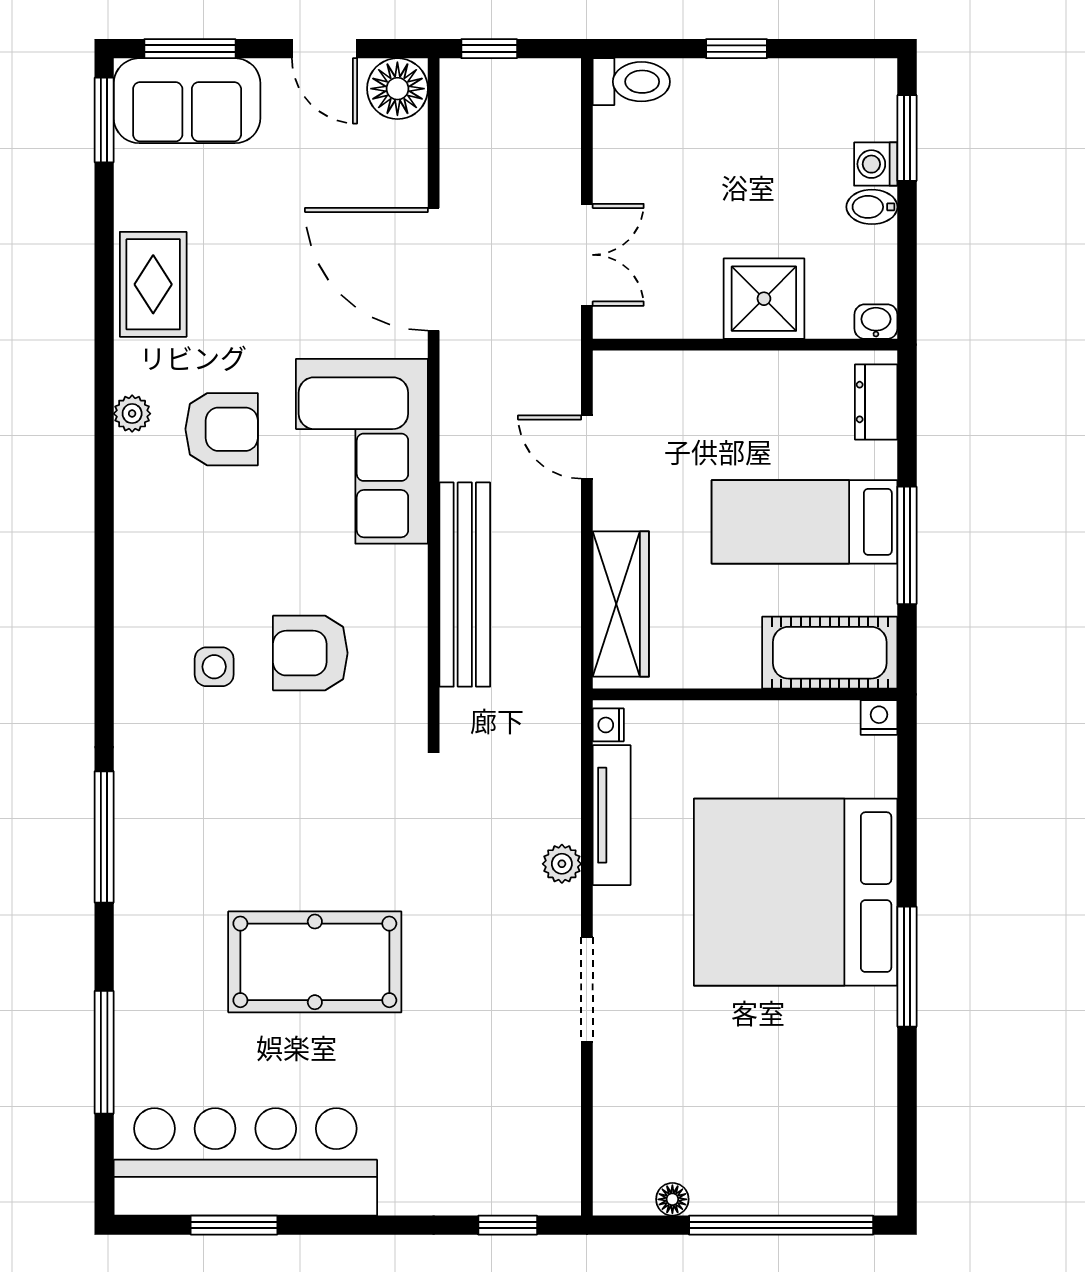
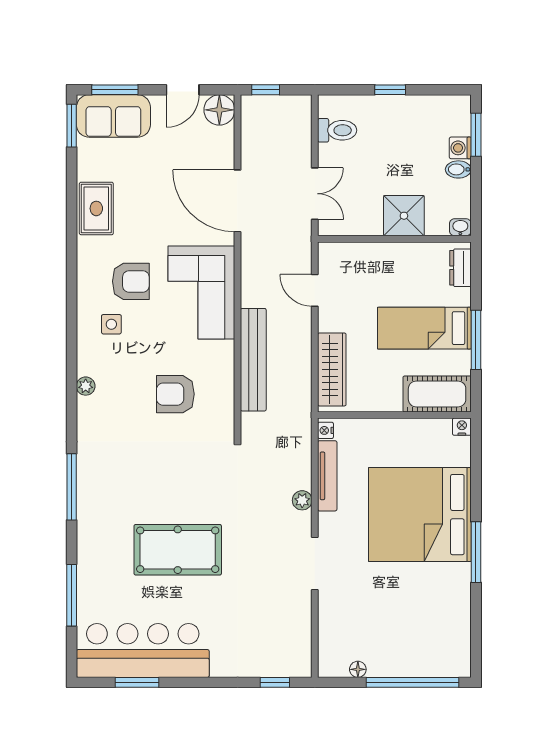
door: (325, 49) -> (183, 90), hinge flipped
toilet: (631, 82) -> (337, 130), moved
plant: (132, 414) -> (86, 386), moved
side table: (214, 667) -> (111, 324), moved

